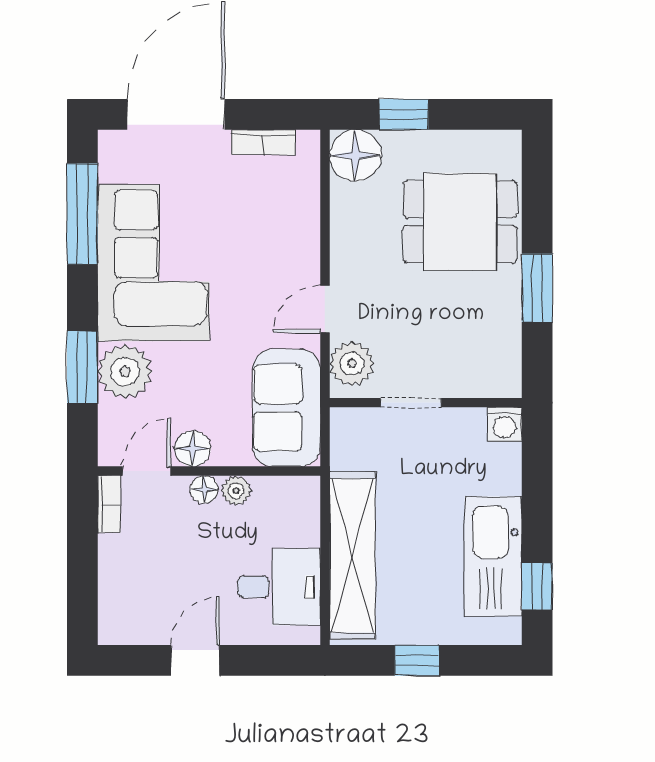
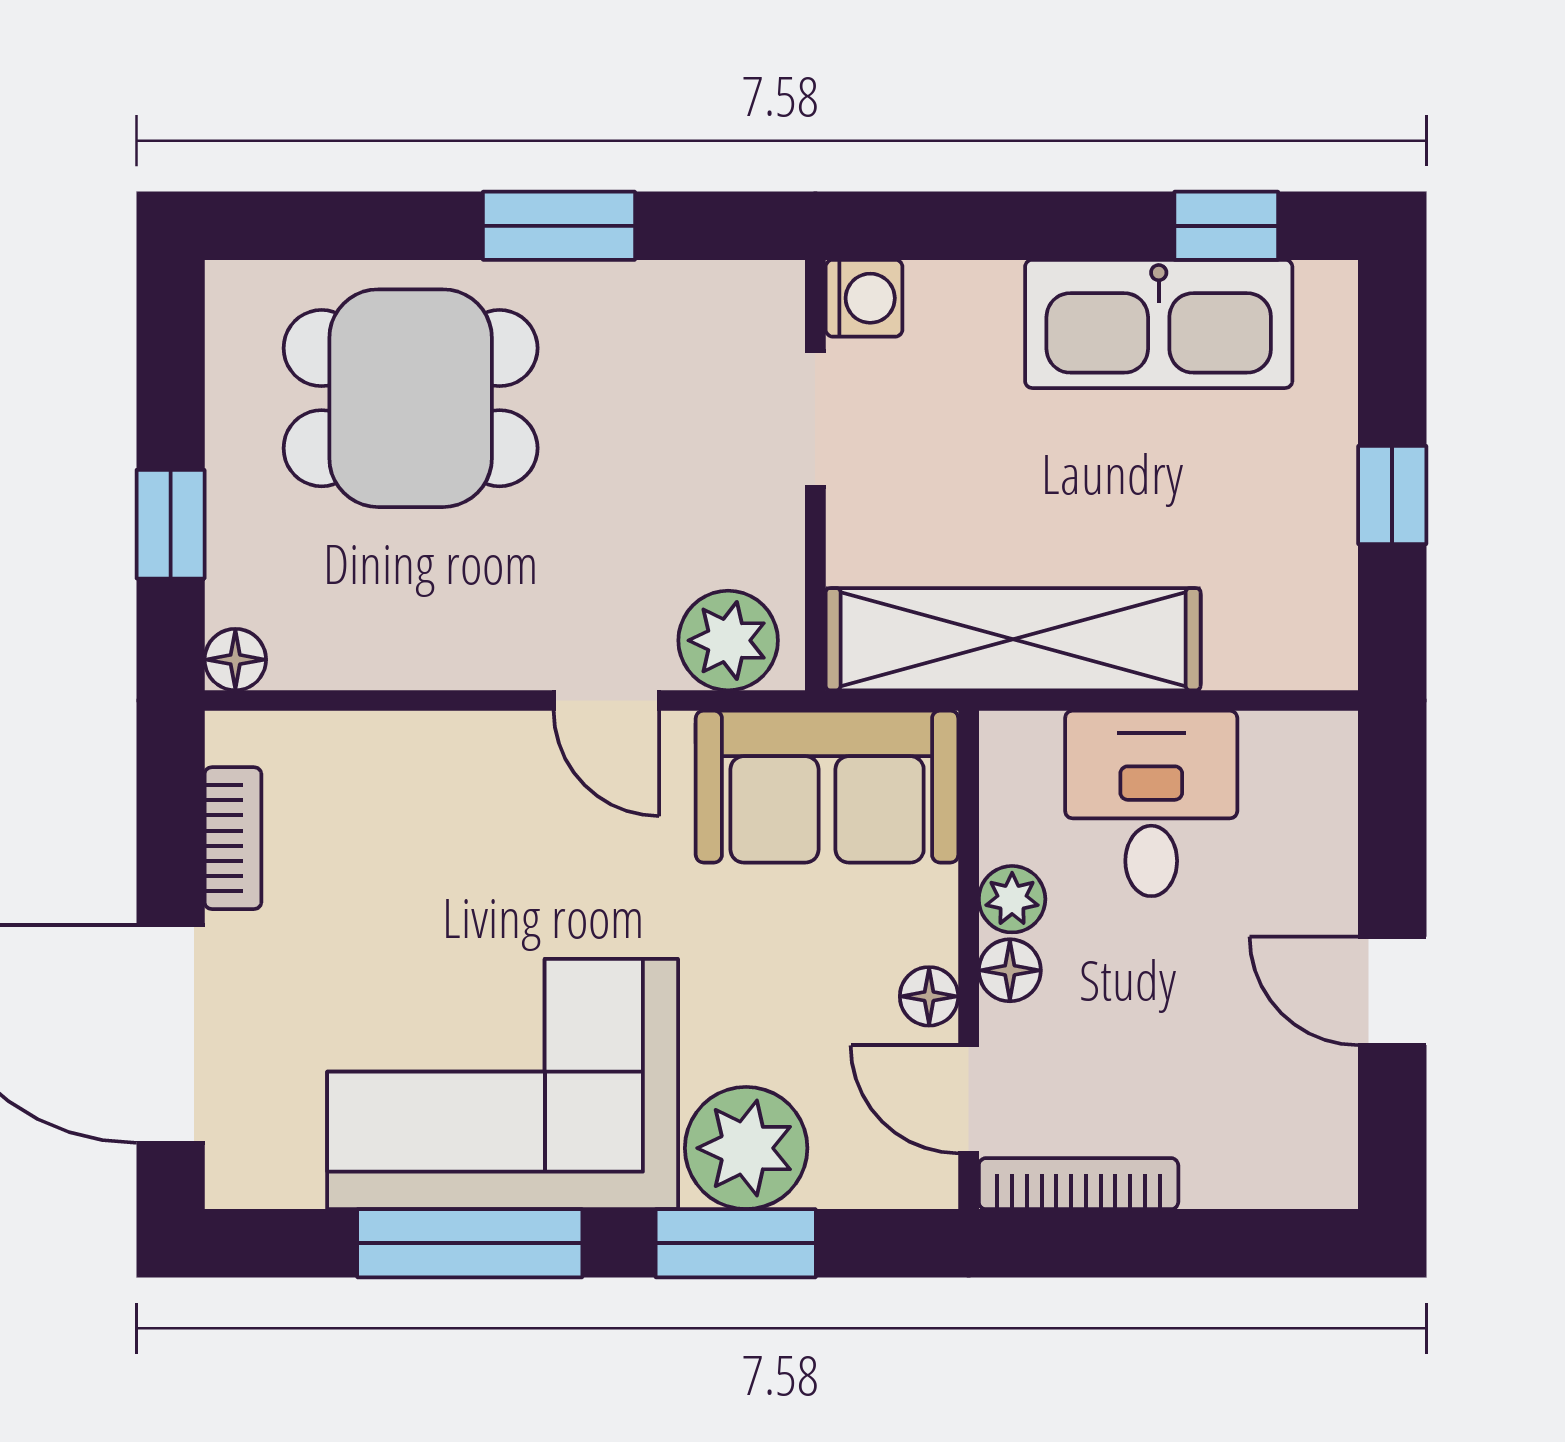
floor lamp: (355, 155) -> (235, 660), width x0.53, depth x0.53
window: (82, 214) -> (470, 1243), moved
dining table: (460, 222) -> (411, 398), turned 90
doorway: (411, 403) -> (815, 419), moved
floor lamp: (193, 449) -> (929, 996), width x0.73, depth x0.73
bookcase: (109, 504) -> (1079, 1184), width x1.56
shelving: (352, 556) -> (1013, 639), moved
desk: (279, 587) -> (1151, 803), moved

